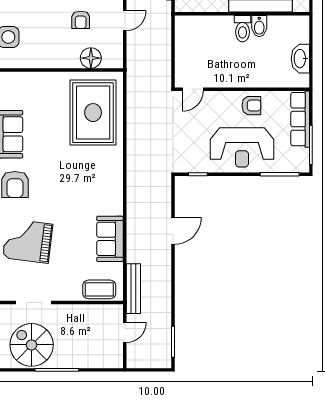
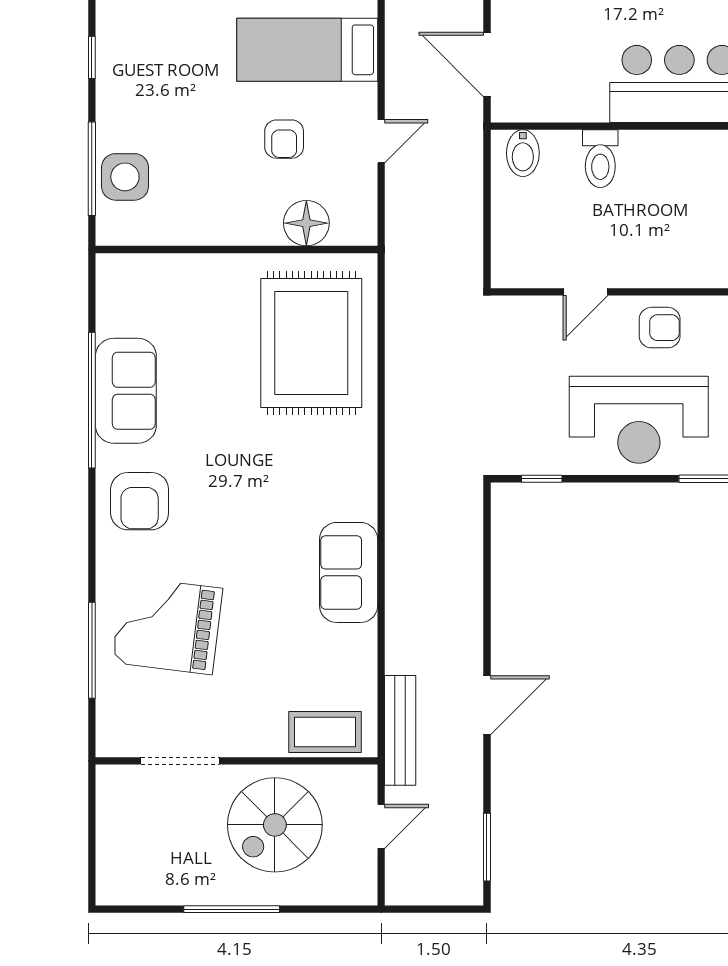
bidet: (259, 26) -> (523, 153), moved
toilet: (243, 29) -> (600, 159), moved
door: (193, 89) -> (586, 292), moved
door: (173, 231) -> (487, 705), moved
sofa: (110, 239) -> (349, 572), moved
spiral stairs: (32, 345) -> (275, 825), moved, turned -90

